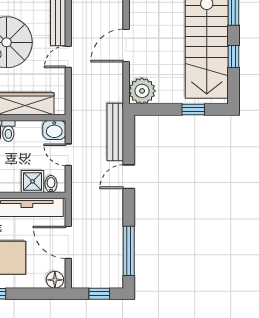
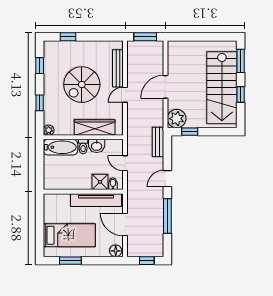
window: (193, 110) -> (190, 132), moved
washbasin: (54, 130) -> (97, 146), moved
bench: (115, 132) -> (158, 142), width x0.73
window: (129, 251) -> (167, 216), moved

